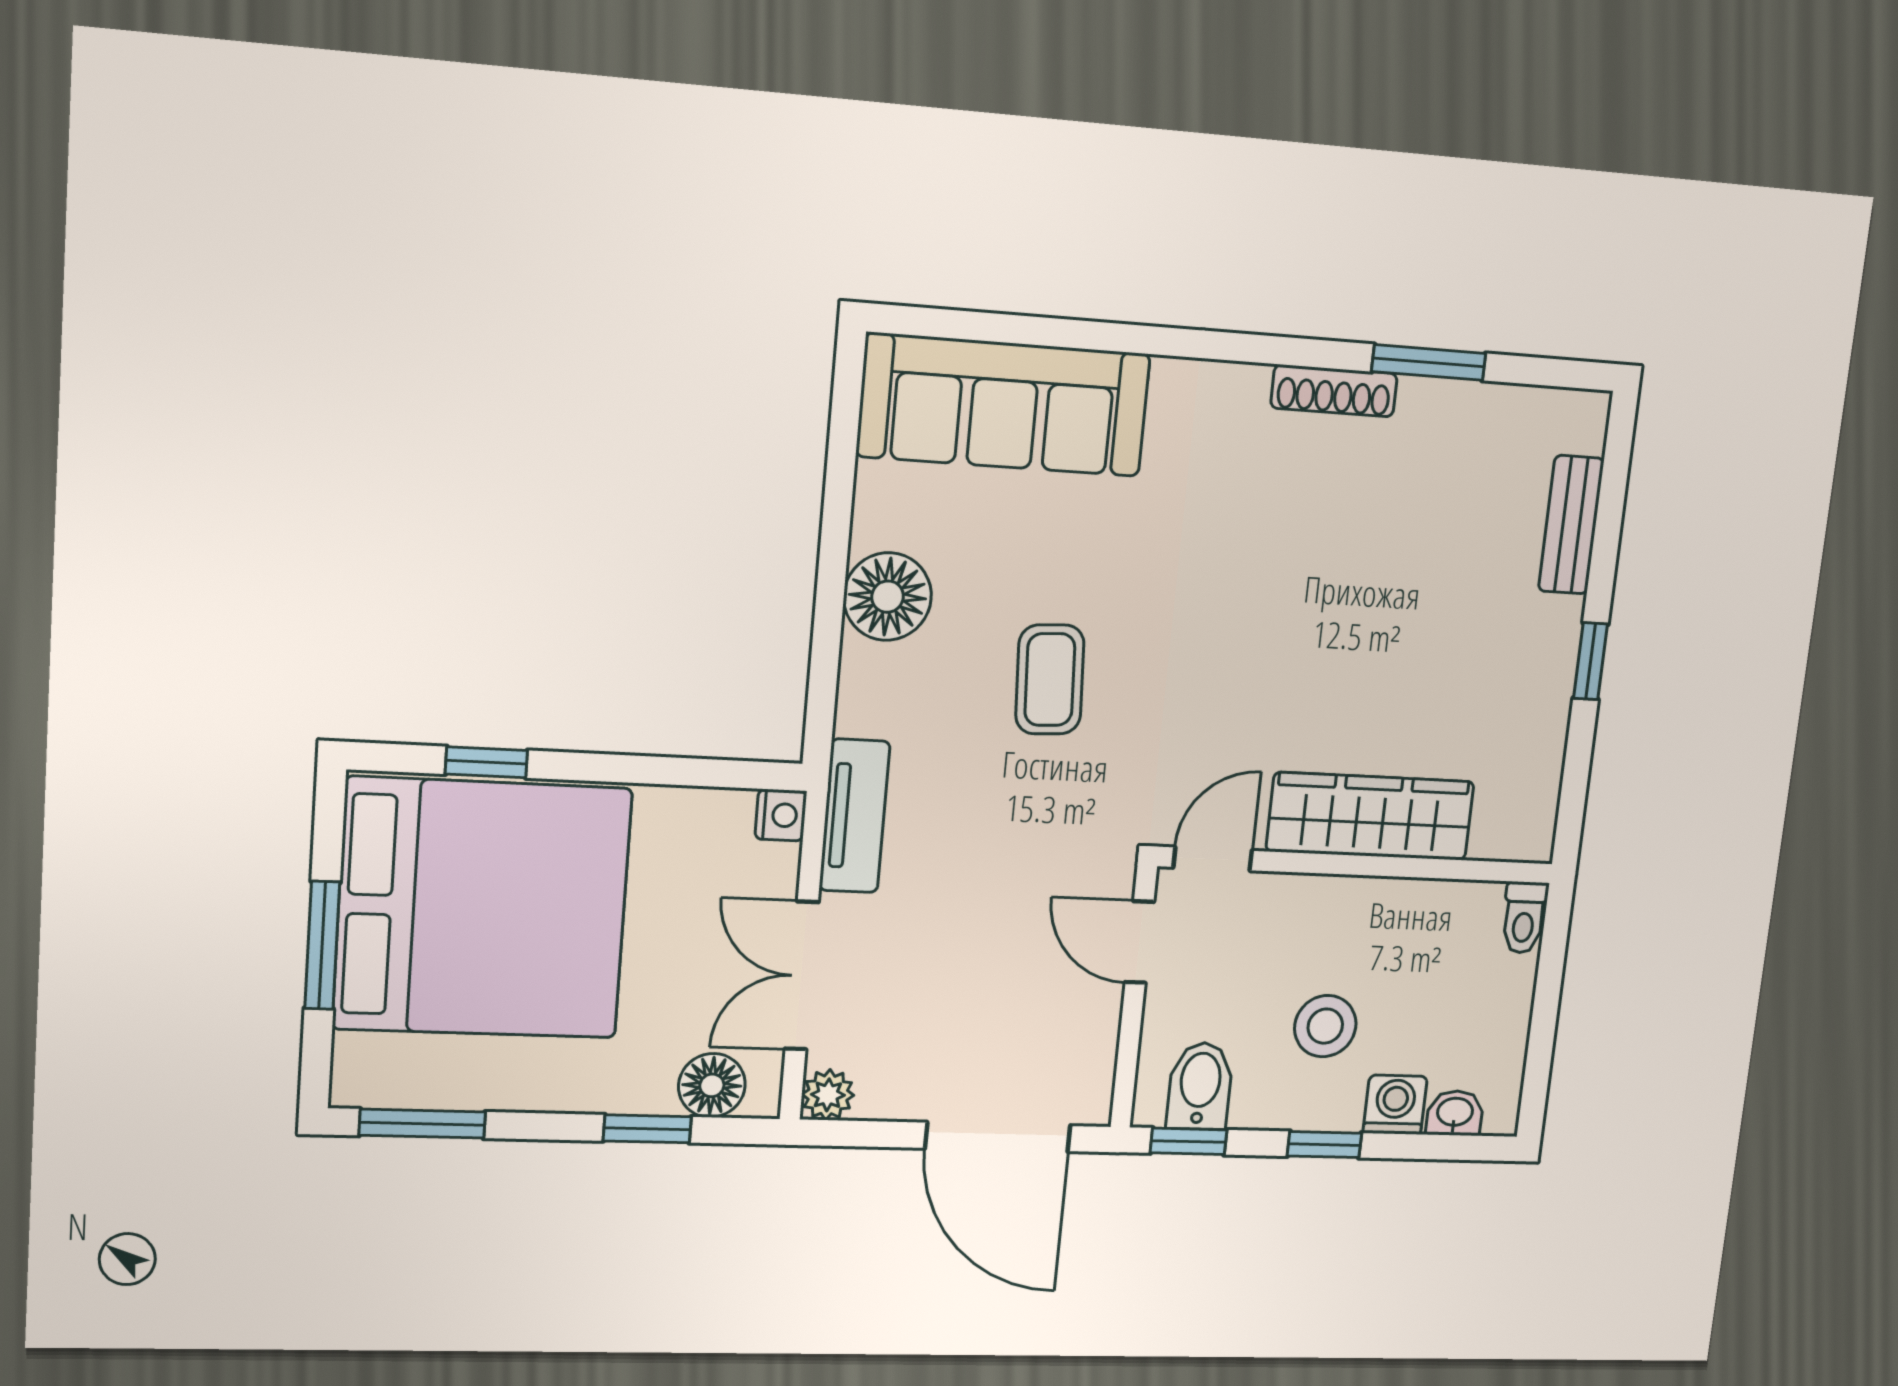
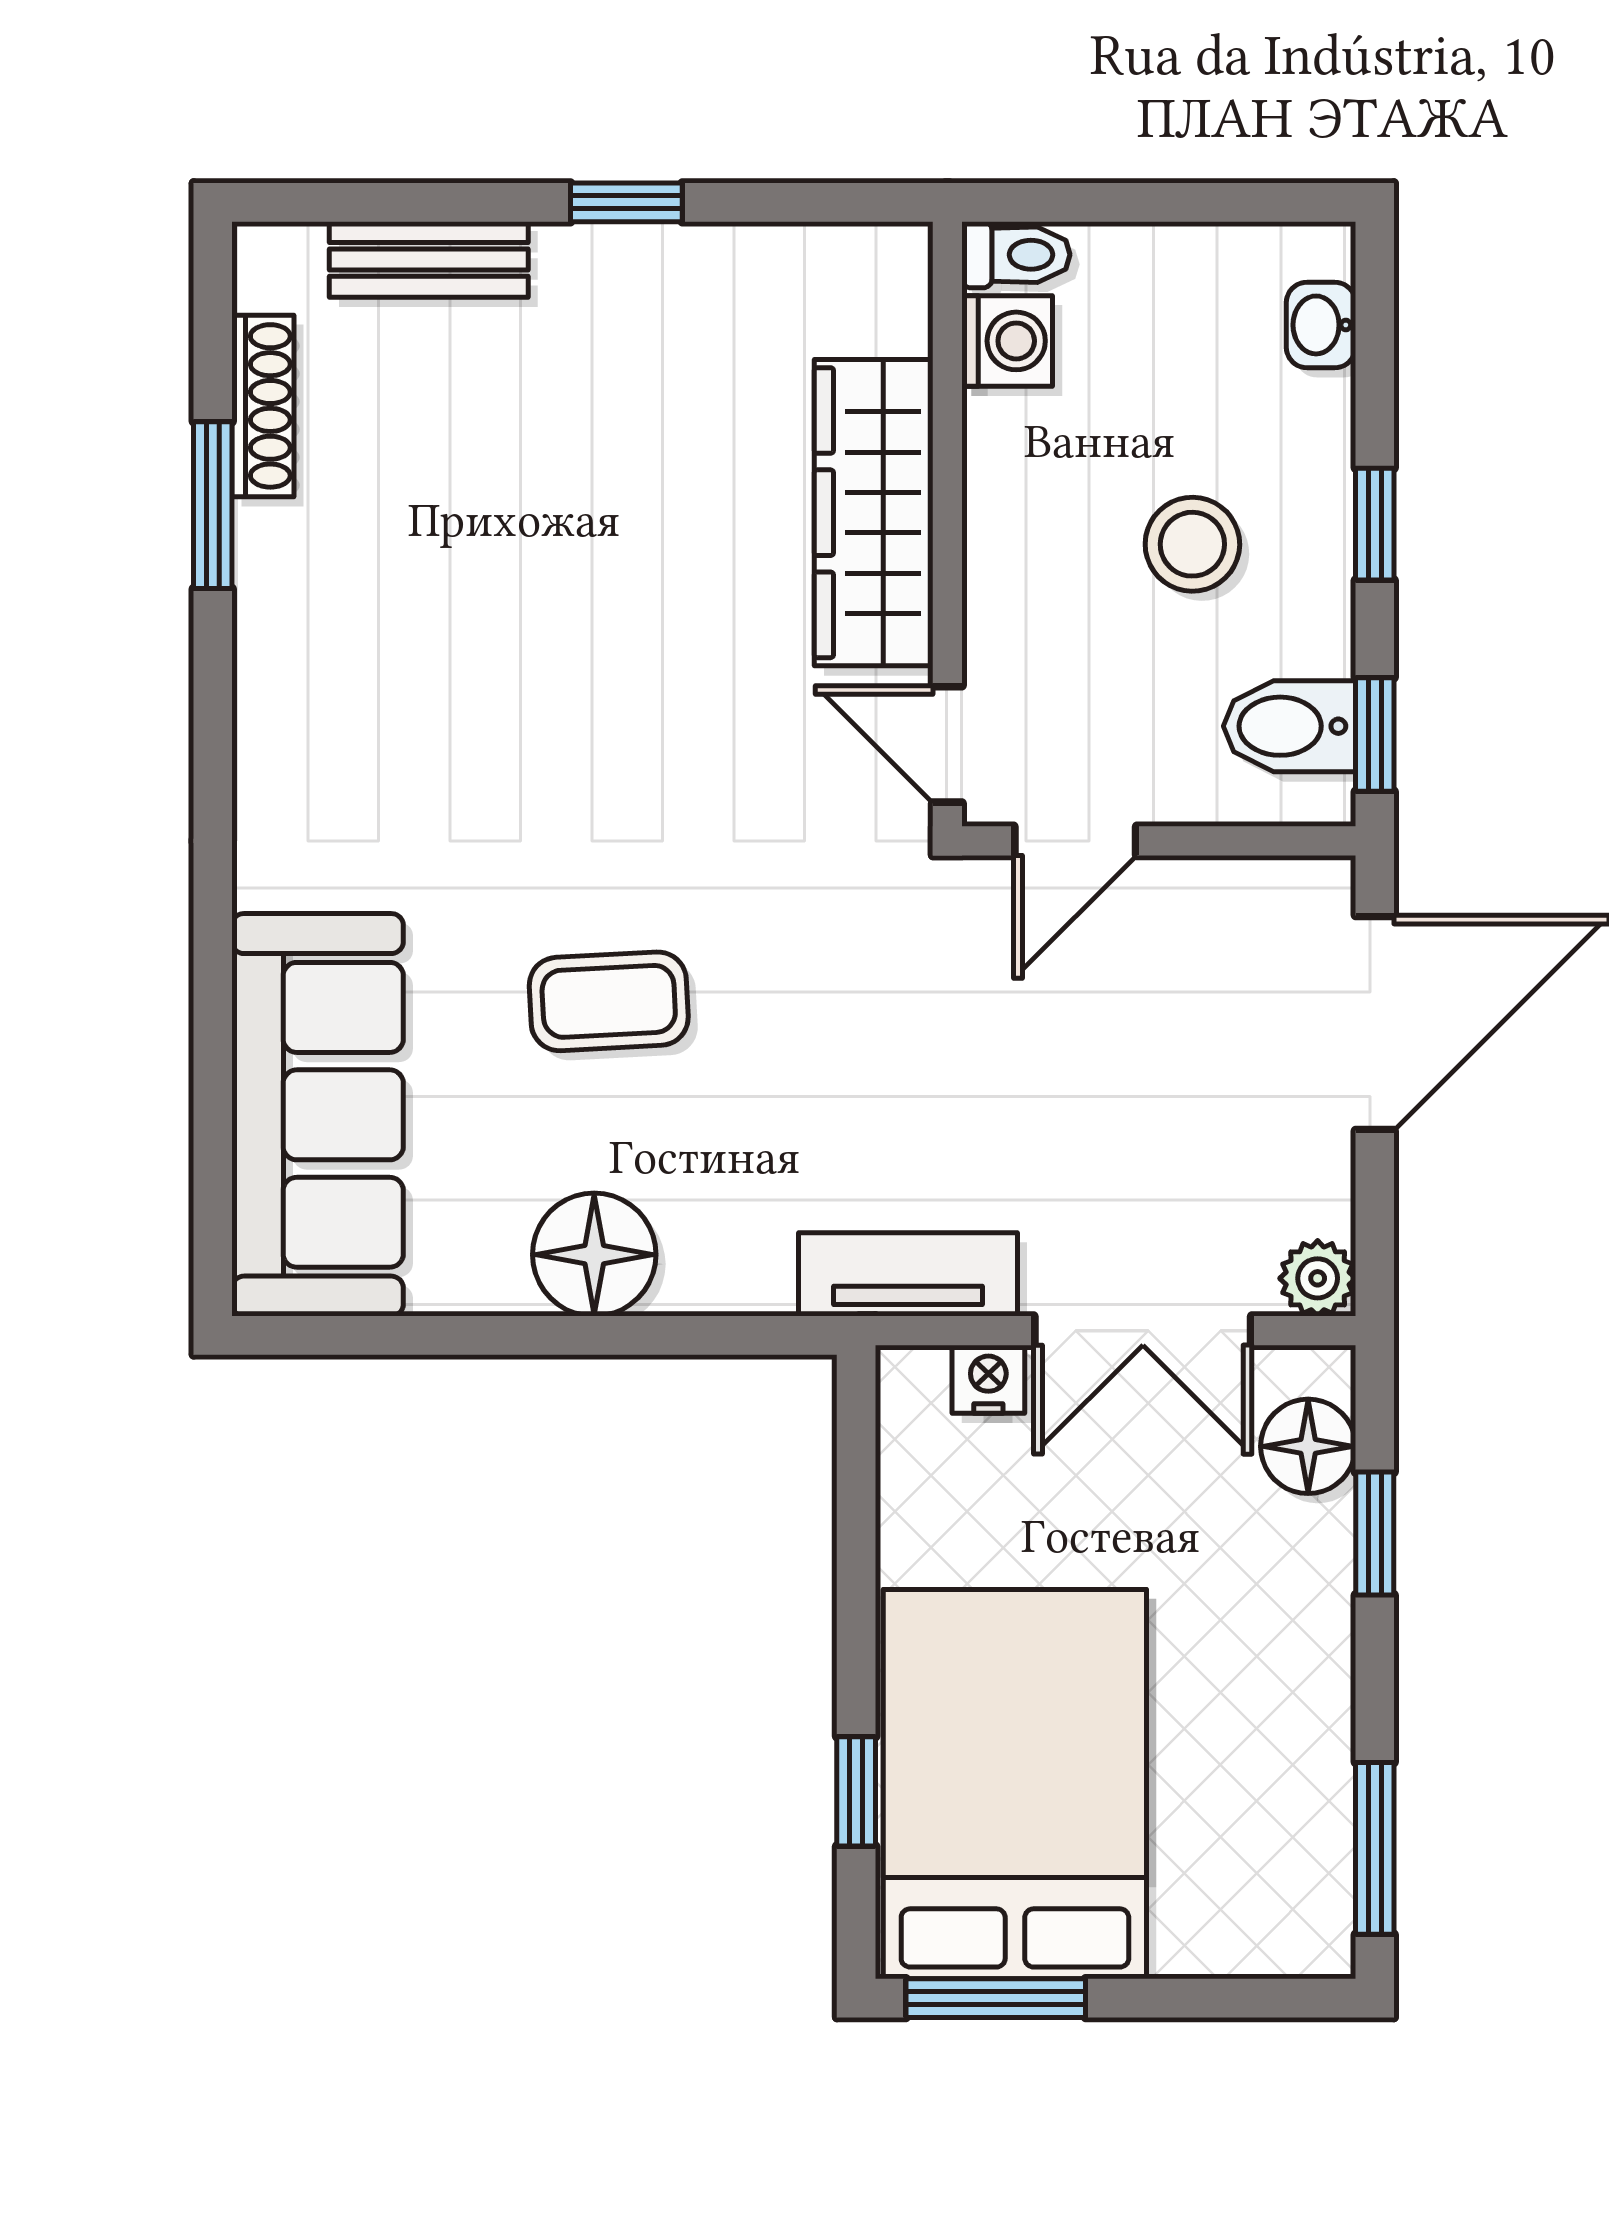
shoe rack: (1334, 391) -> (263, 406), moved
coffee table: (1050, 680) -> (609, 1001), moved
nightstand: (781, 815) -> (988, 1379), moved
bed: (482, 909) -> (1015, 1784), width x0.73
window: (322, 945) -> (996, 1998), moved
washing machine: (1395, 1105) -> (1007, 341), moved, turned 180

